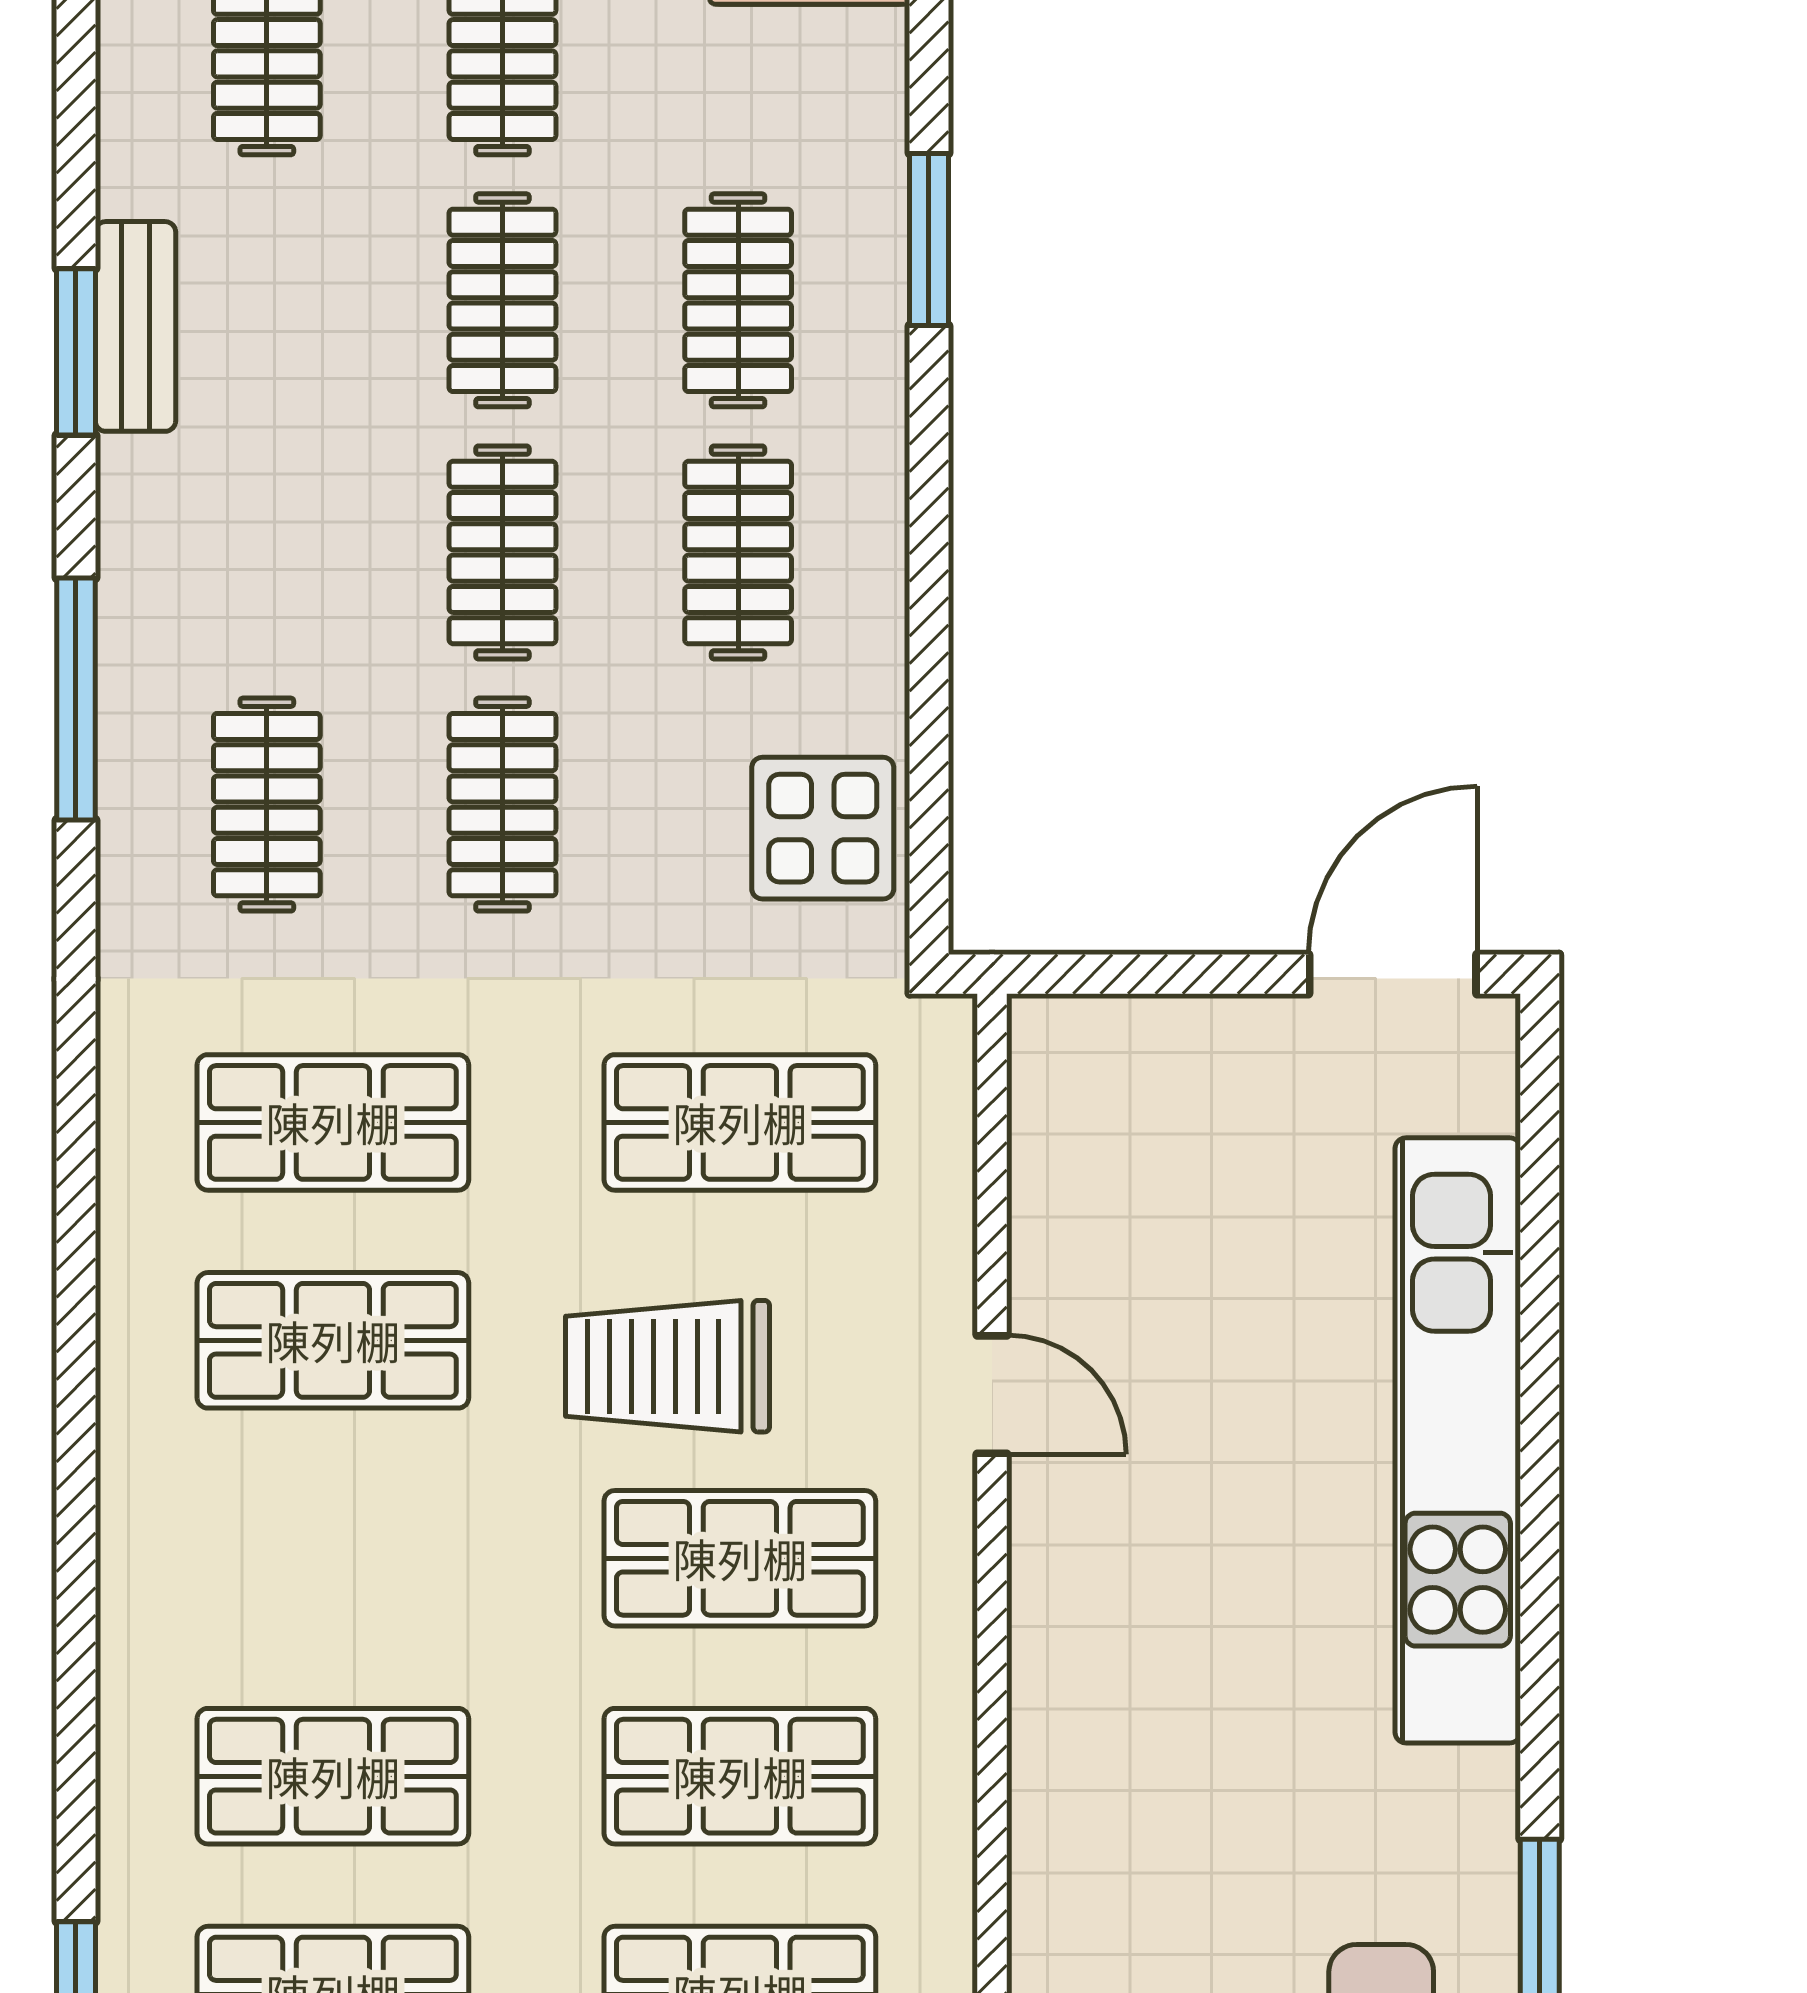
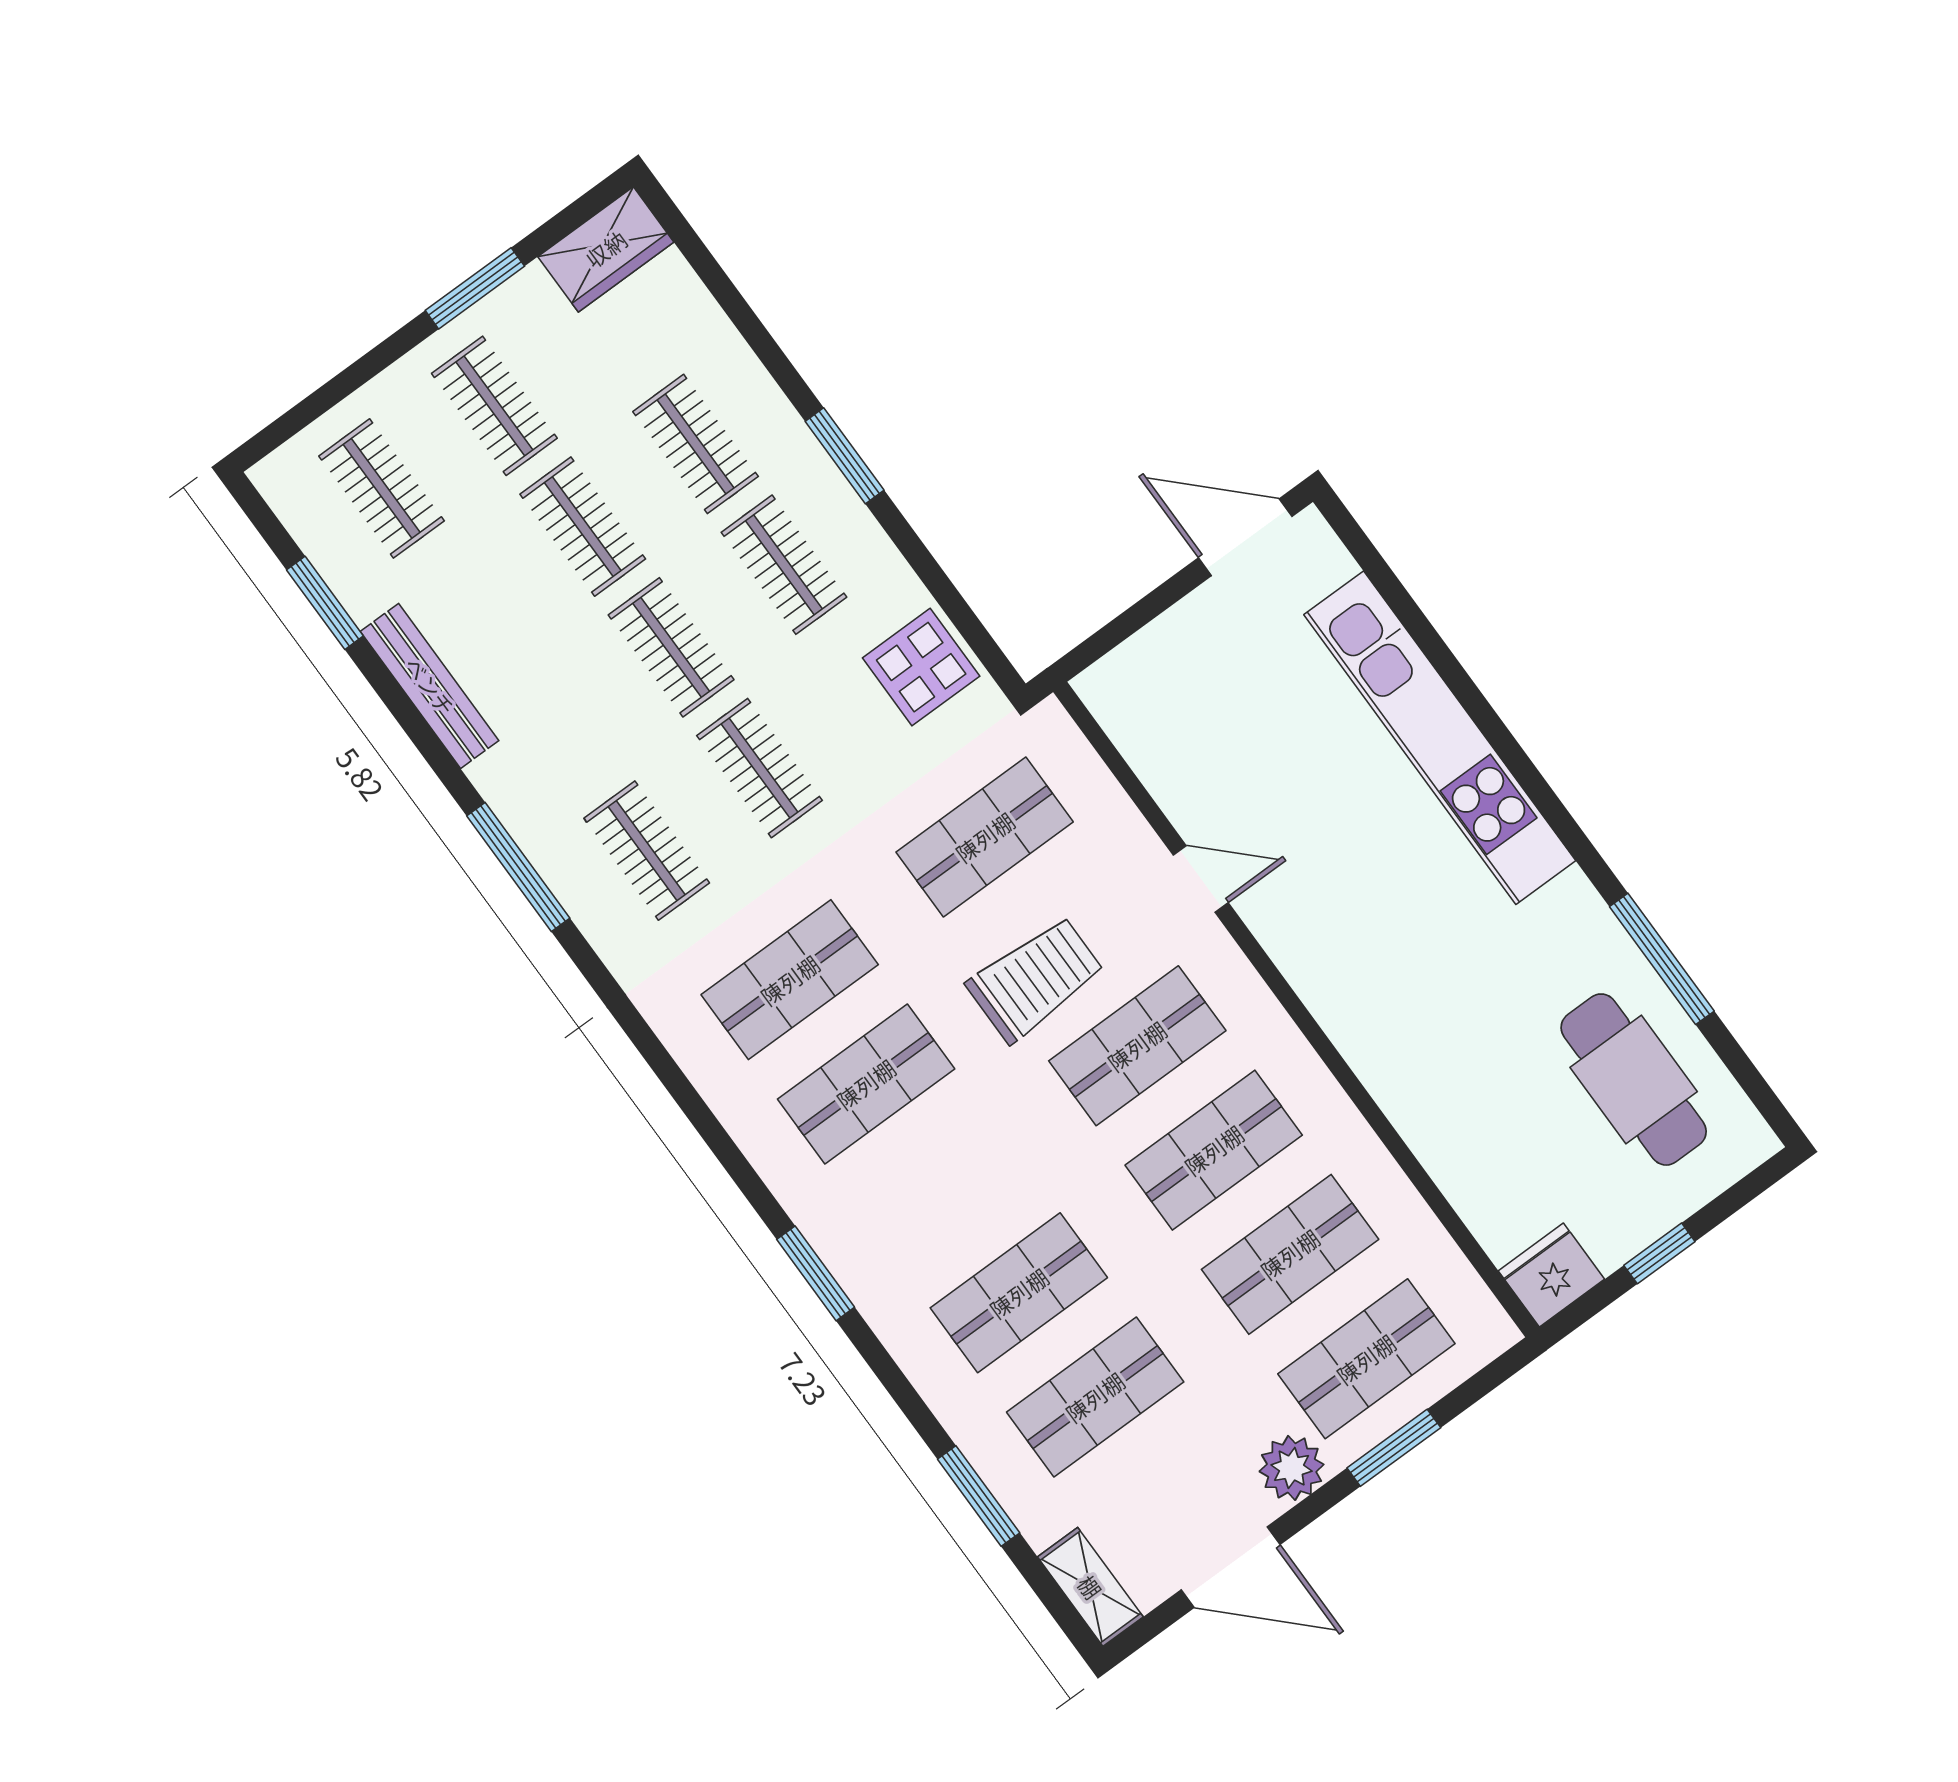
window: (929, 239) -> (845, 456), moved
bench: (135, 326) -> (430, 686), width x1.36
window: (76, 352) -> (325, 603), moved
door: (1393, 974) -> (1245, 537), hinge flipped
trolley: (668, 1366) -> (1035, 979), turned 180
window: (76, 1548) -> (816, 1273), added

